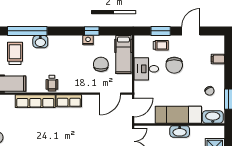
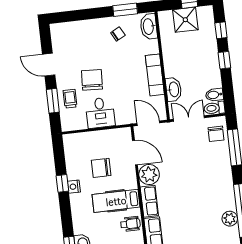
hospital bed: (123, 54) -> (116, 201), moved, turned 180
filing cabinet: (218, 59) -> (79, 28), removed
chair: (174, 65) -> (92, 80), turned -87
plant: (91, 103) -> (149, 175), added
exam couch: (178, 115) -> (155, 75), width x0.73, depth x0.69
washbasin: (180, 131) -> (174, 89), moved

